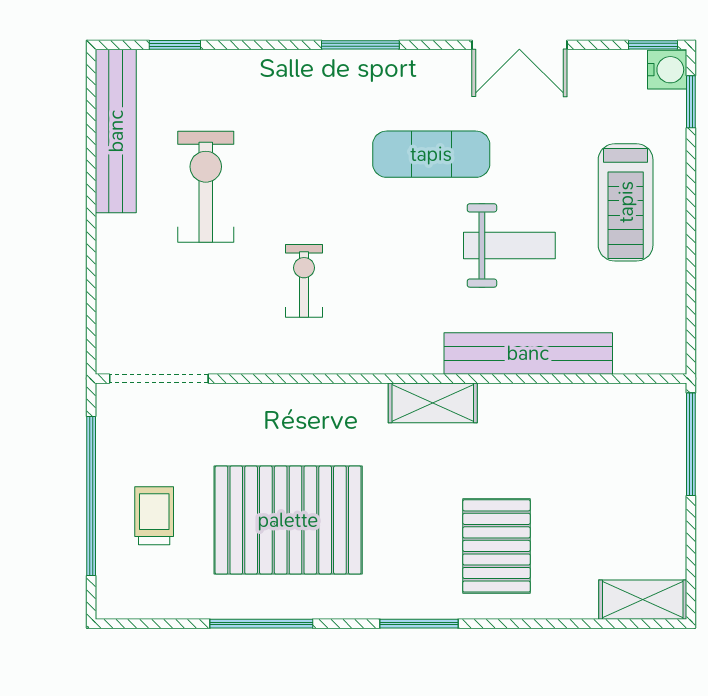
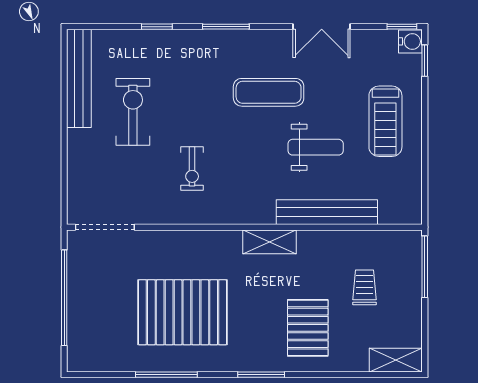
window: (175, 45) -> (157, 27), moved
exercise bike: (304, 281) -> (192, 168), turned 180
trolley: (154, 516) -> (364, 287), moved

